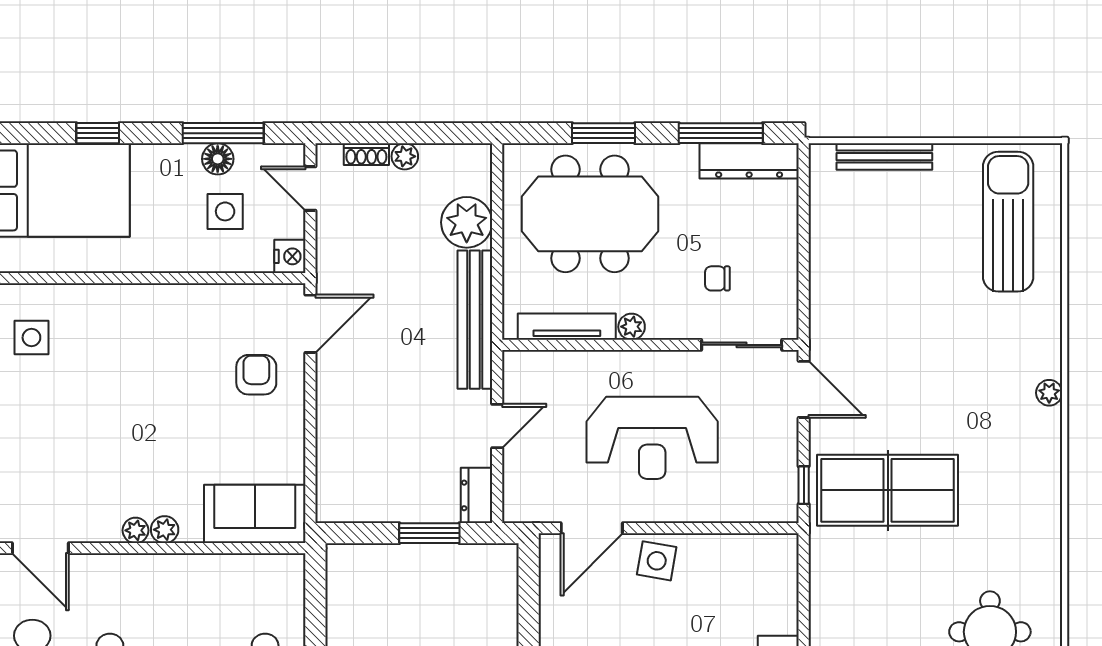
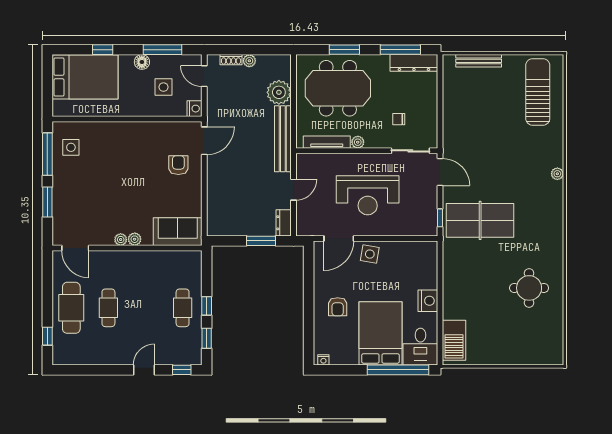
floor lamp: (218, 159) -> (142, 62), moved

